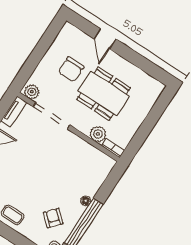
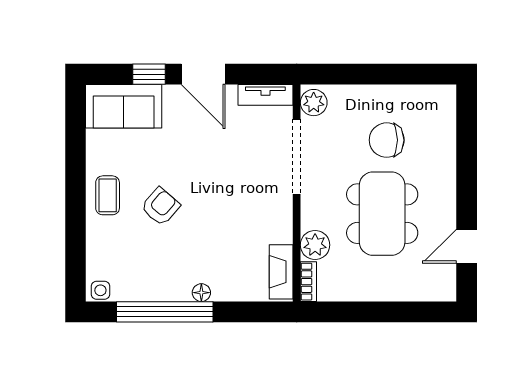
door: (105, 39) -> (467, 246), moved
fireplace: (100, 158) -> (281, 272), added
armchair: (53, 218) -> (160, 206), moved

